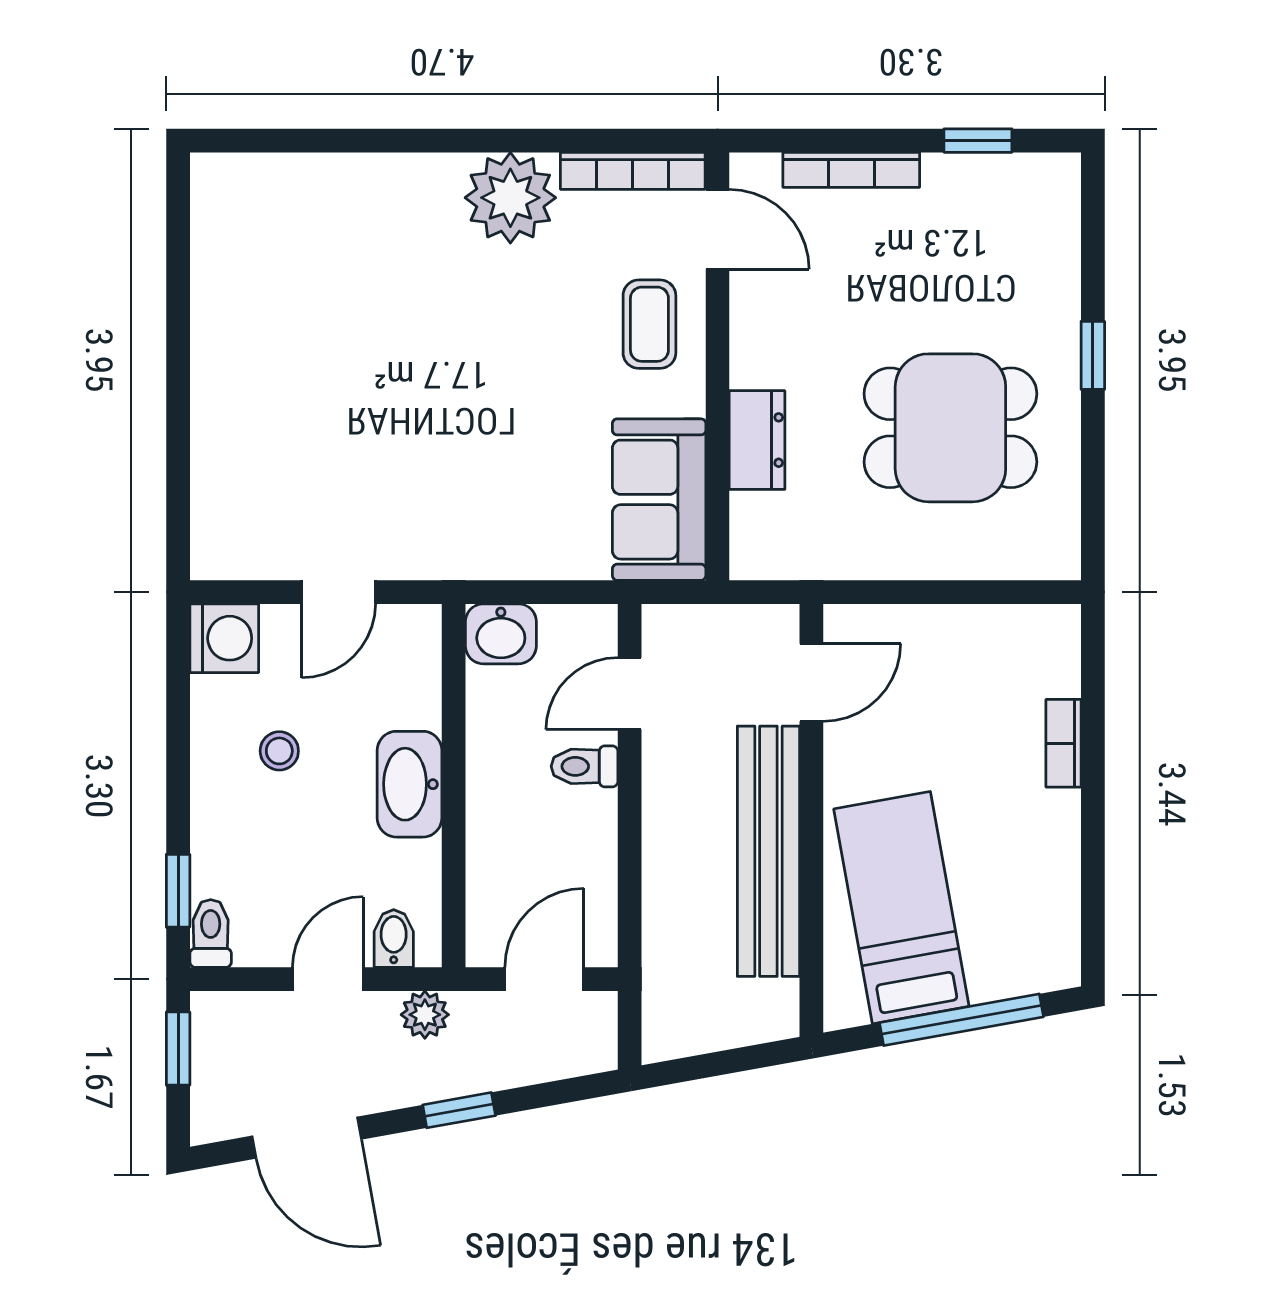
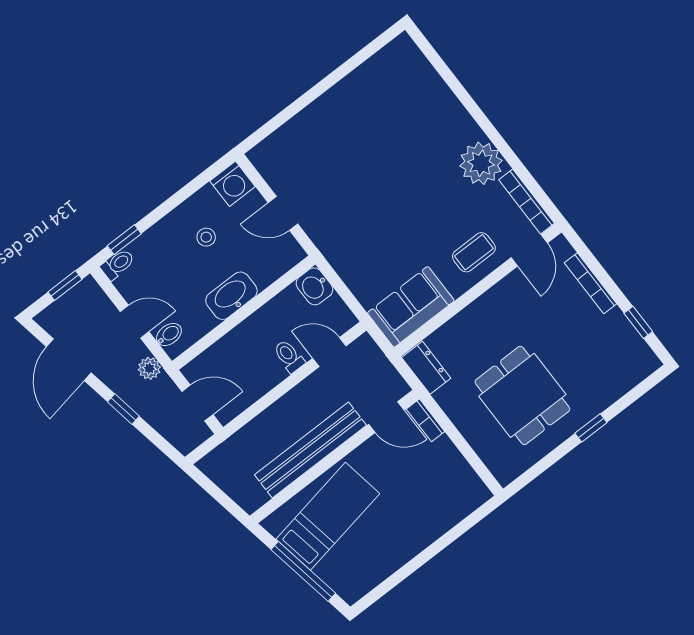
dresser: (757, 440) -> (426, 368), moved, turned -90
bookcase: (1064, 743) -> (425, 420), moved, turned -90

